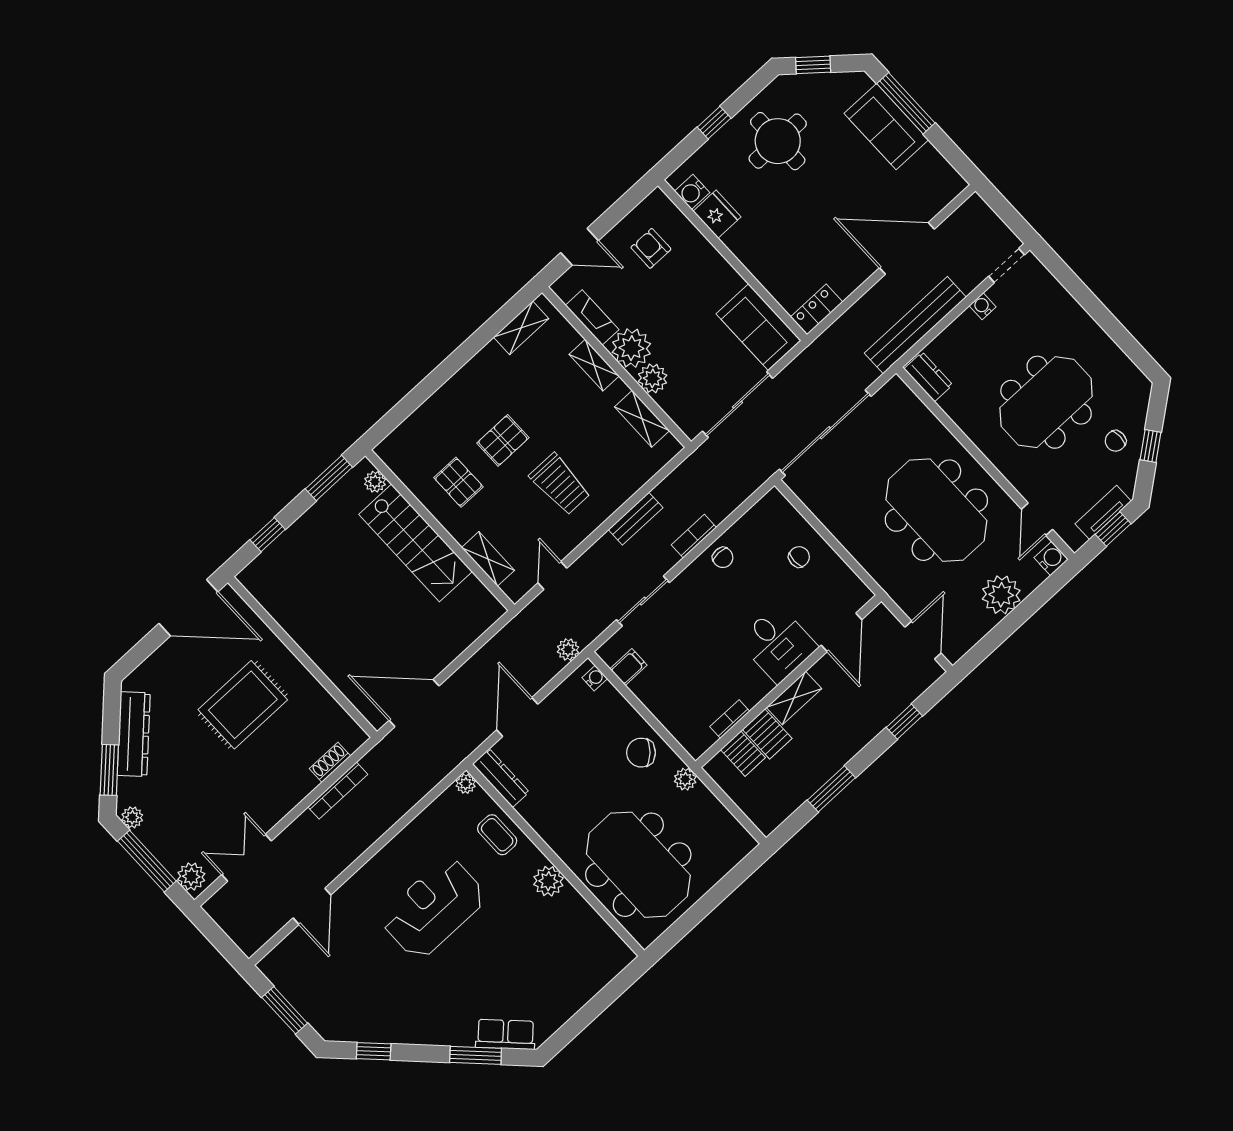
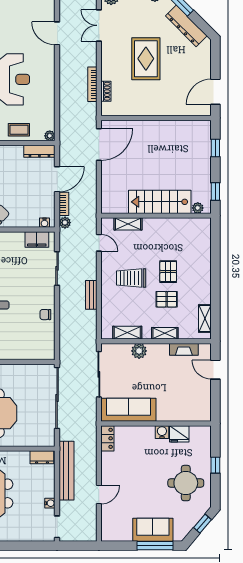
water cooler: (692, 192) -> (162, 432), moved
door: (580, 247) -> (215, 370), hinge flipped
armchair: (651, 248) -> (190, 396), removed
door: (907, 248) -> (99, 495), width x0.53
sofa: (758, 327) -> (129, 410), width x1.36
plant: (631, 348) -> (158, 354), removed
window: (329, 478) -> (215, 192), width x0.67
pallet: (458, 482) -> (167, 299), moved
bookcase: (694, 536) -> (64, 204), moved
chair: (799, 557) -> (19, 344), removed
door: (188, 608) -> (215, 92), width x0.73
filing cabinet: (628, 667) -> (37, 240), width x2.00
rug: (243, 705) -> (146, 59), moved
door: (517, 717) -> (57, 179), hinge flipped
double door: (247, 858) -> (99, 25), swing flipped

